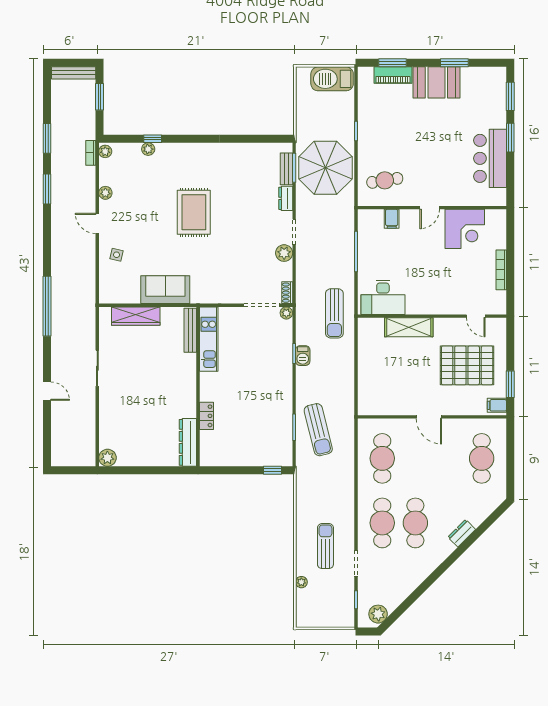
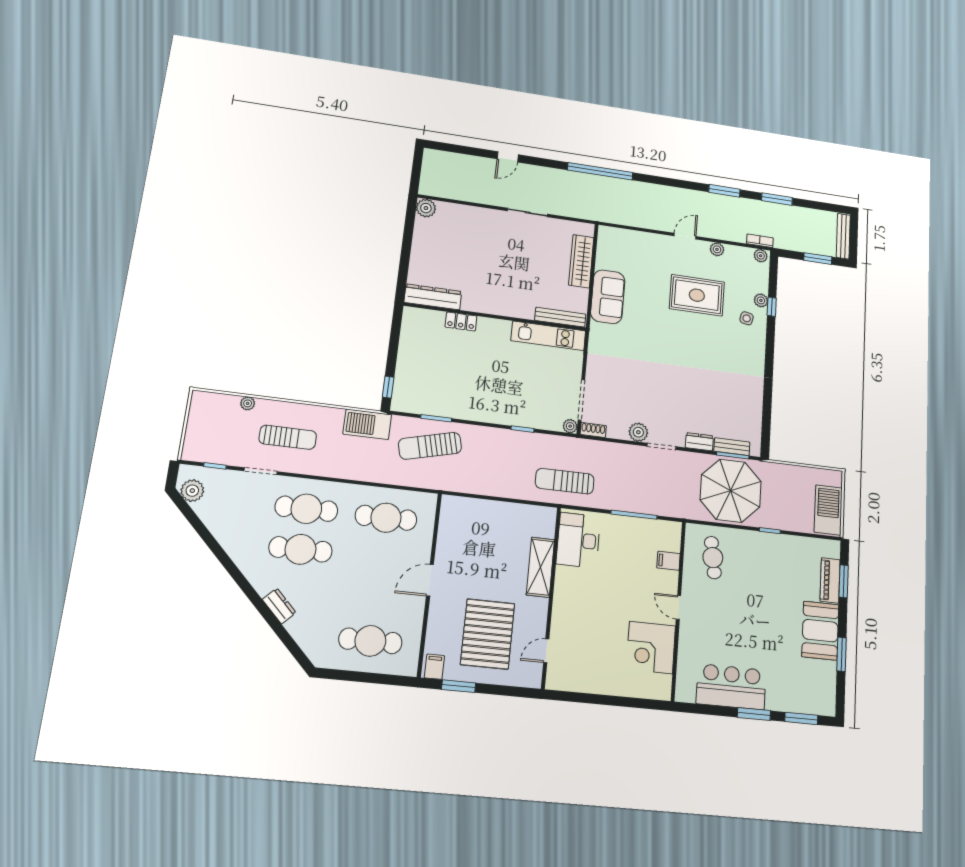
rug: (194, 212) -> (697, 295), moved
side table: (117, 255) -> (747, 318), moved
bookcase: (501, 270) -> (599, 688), removed
barbecue: (303, 356) -> (367, 424), moved, width x1.88, depth x1.53

